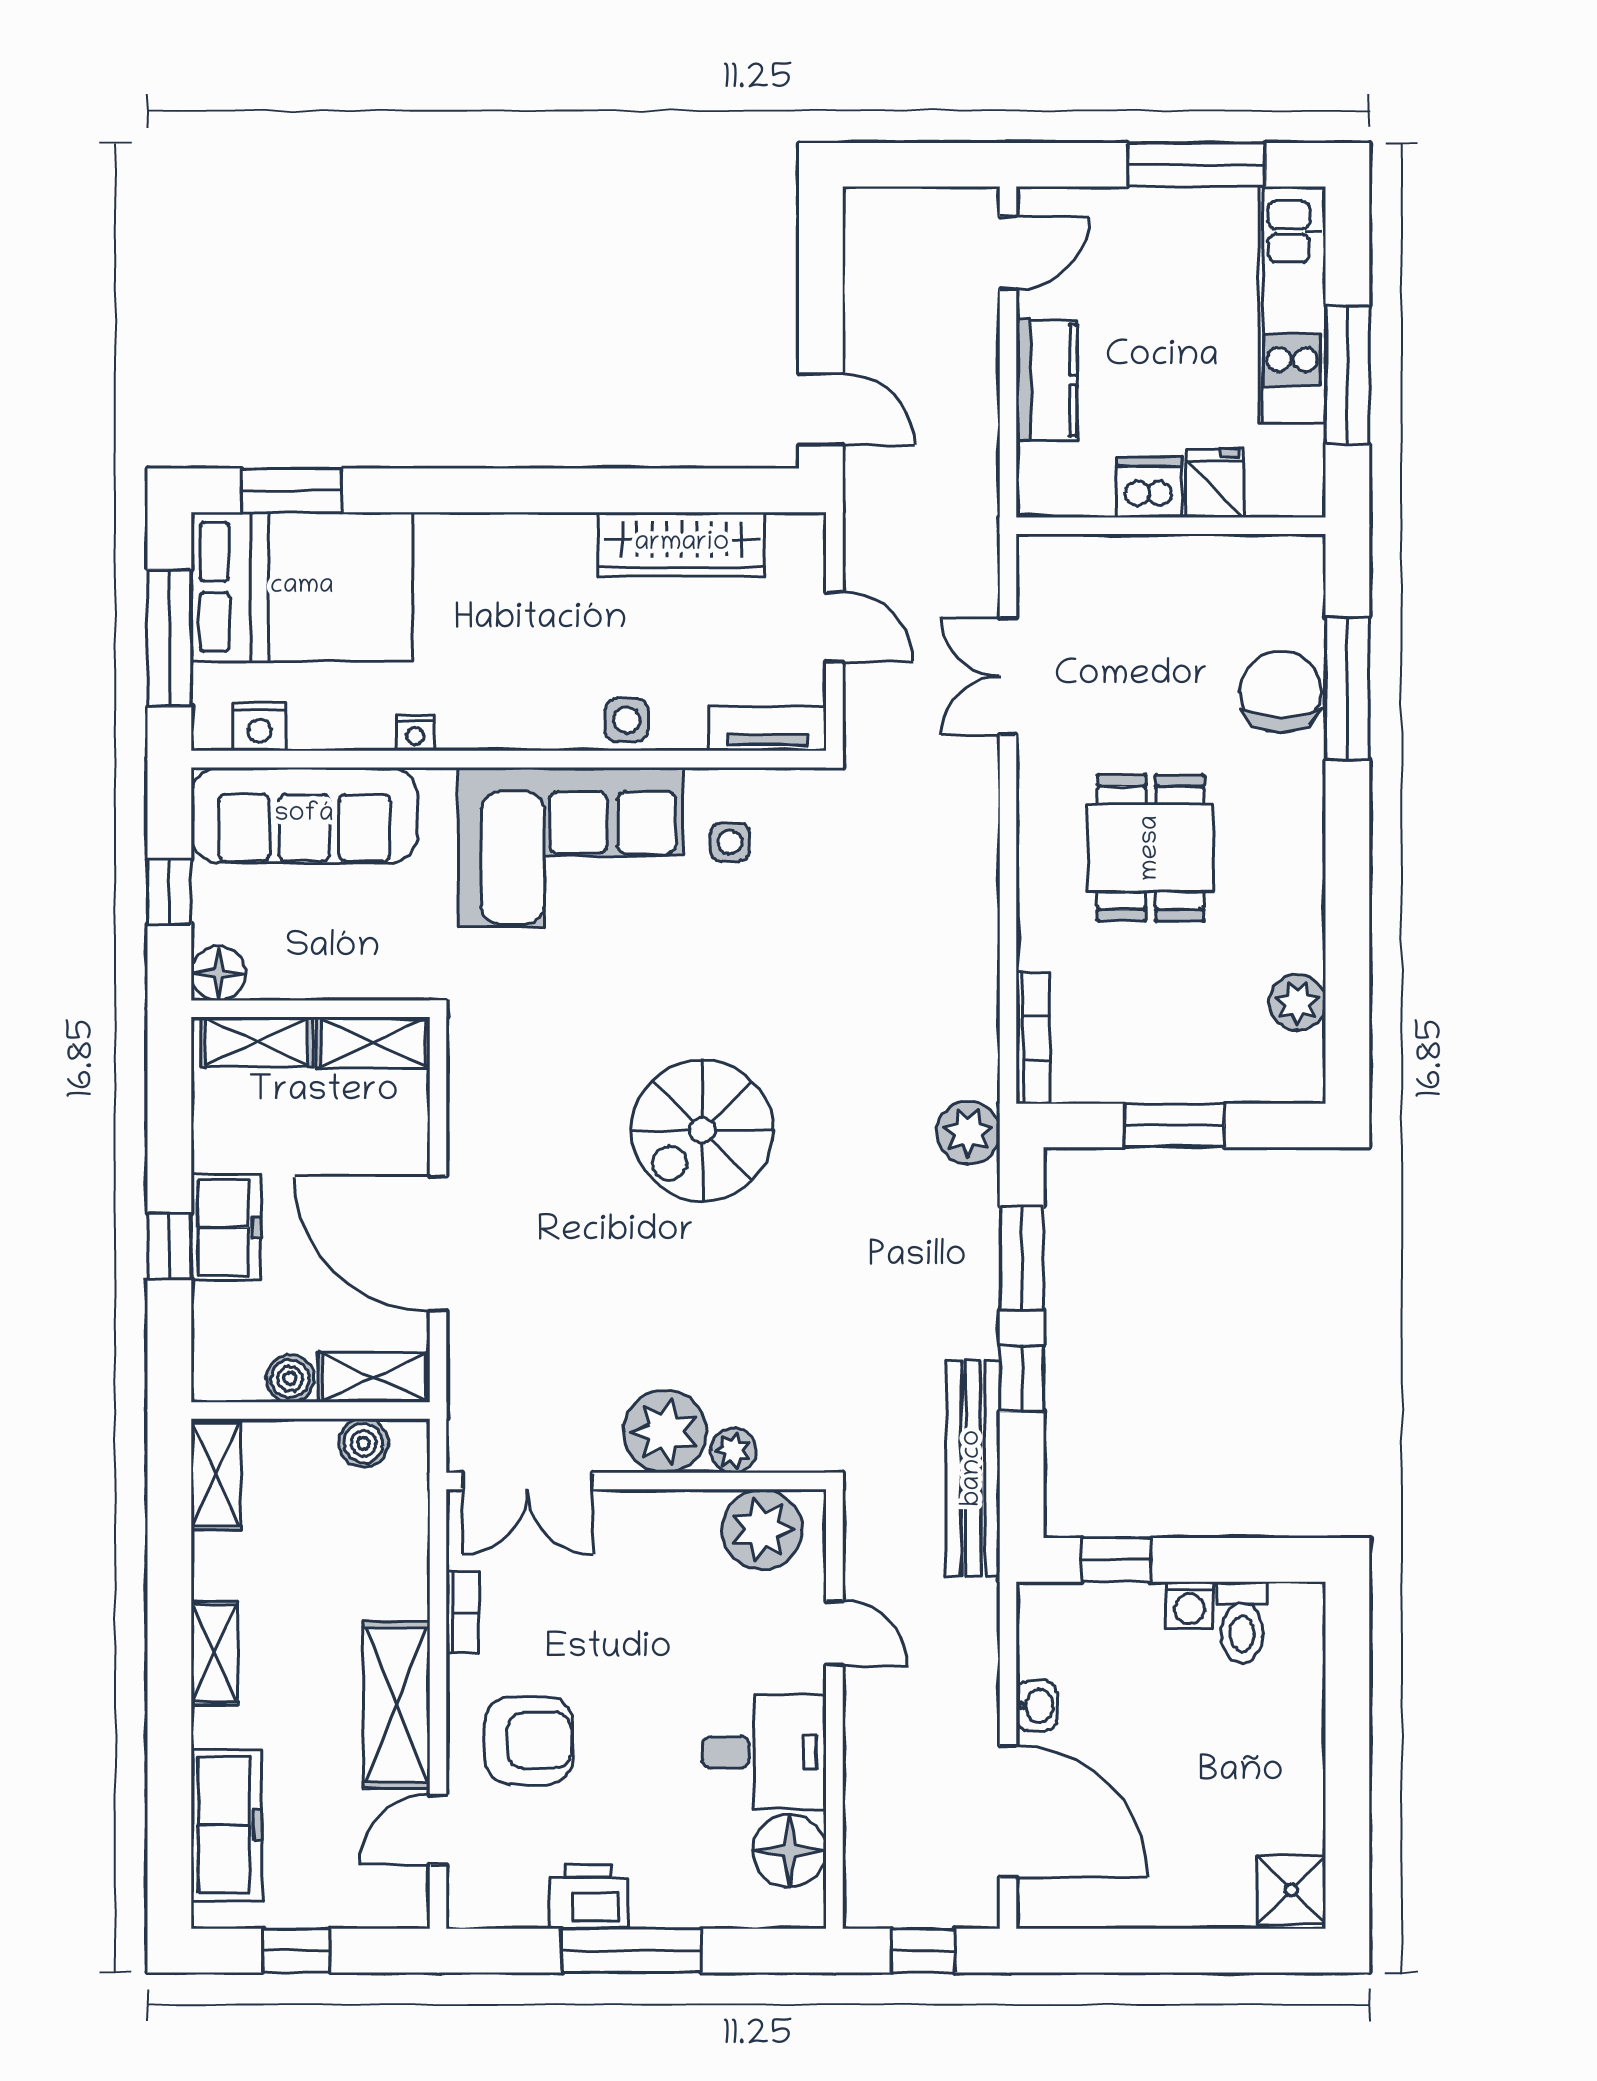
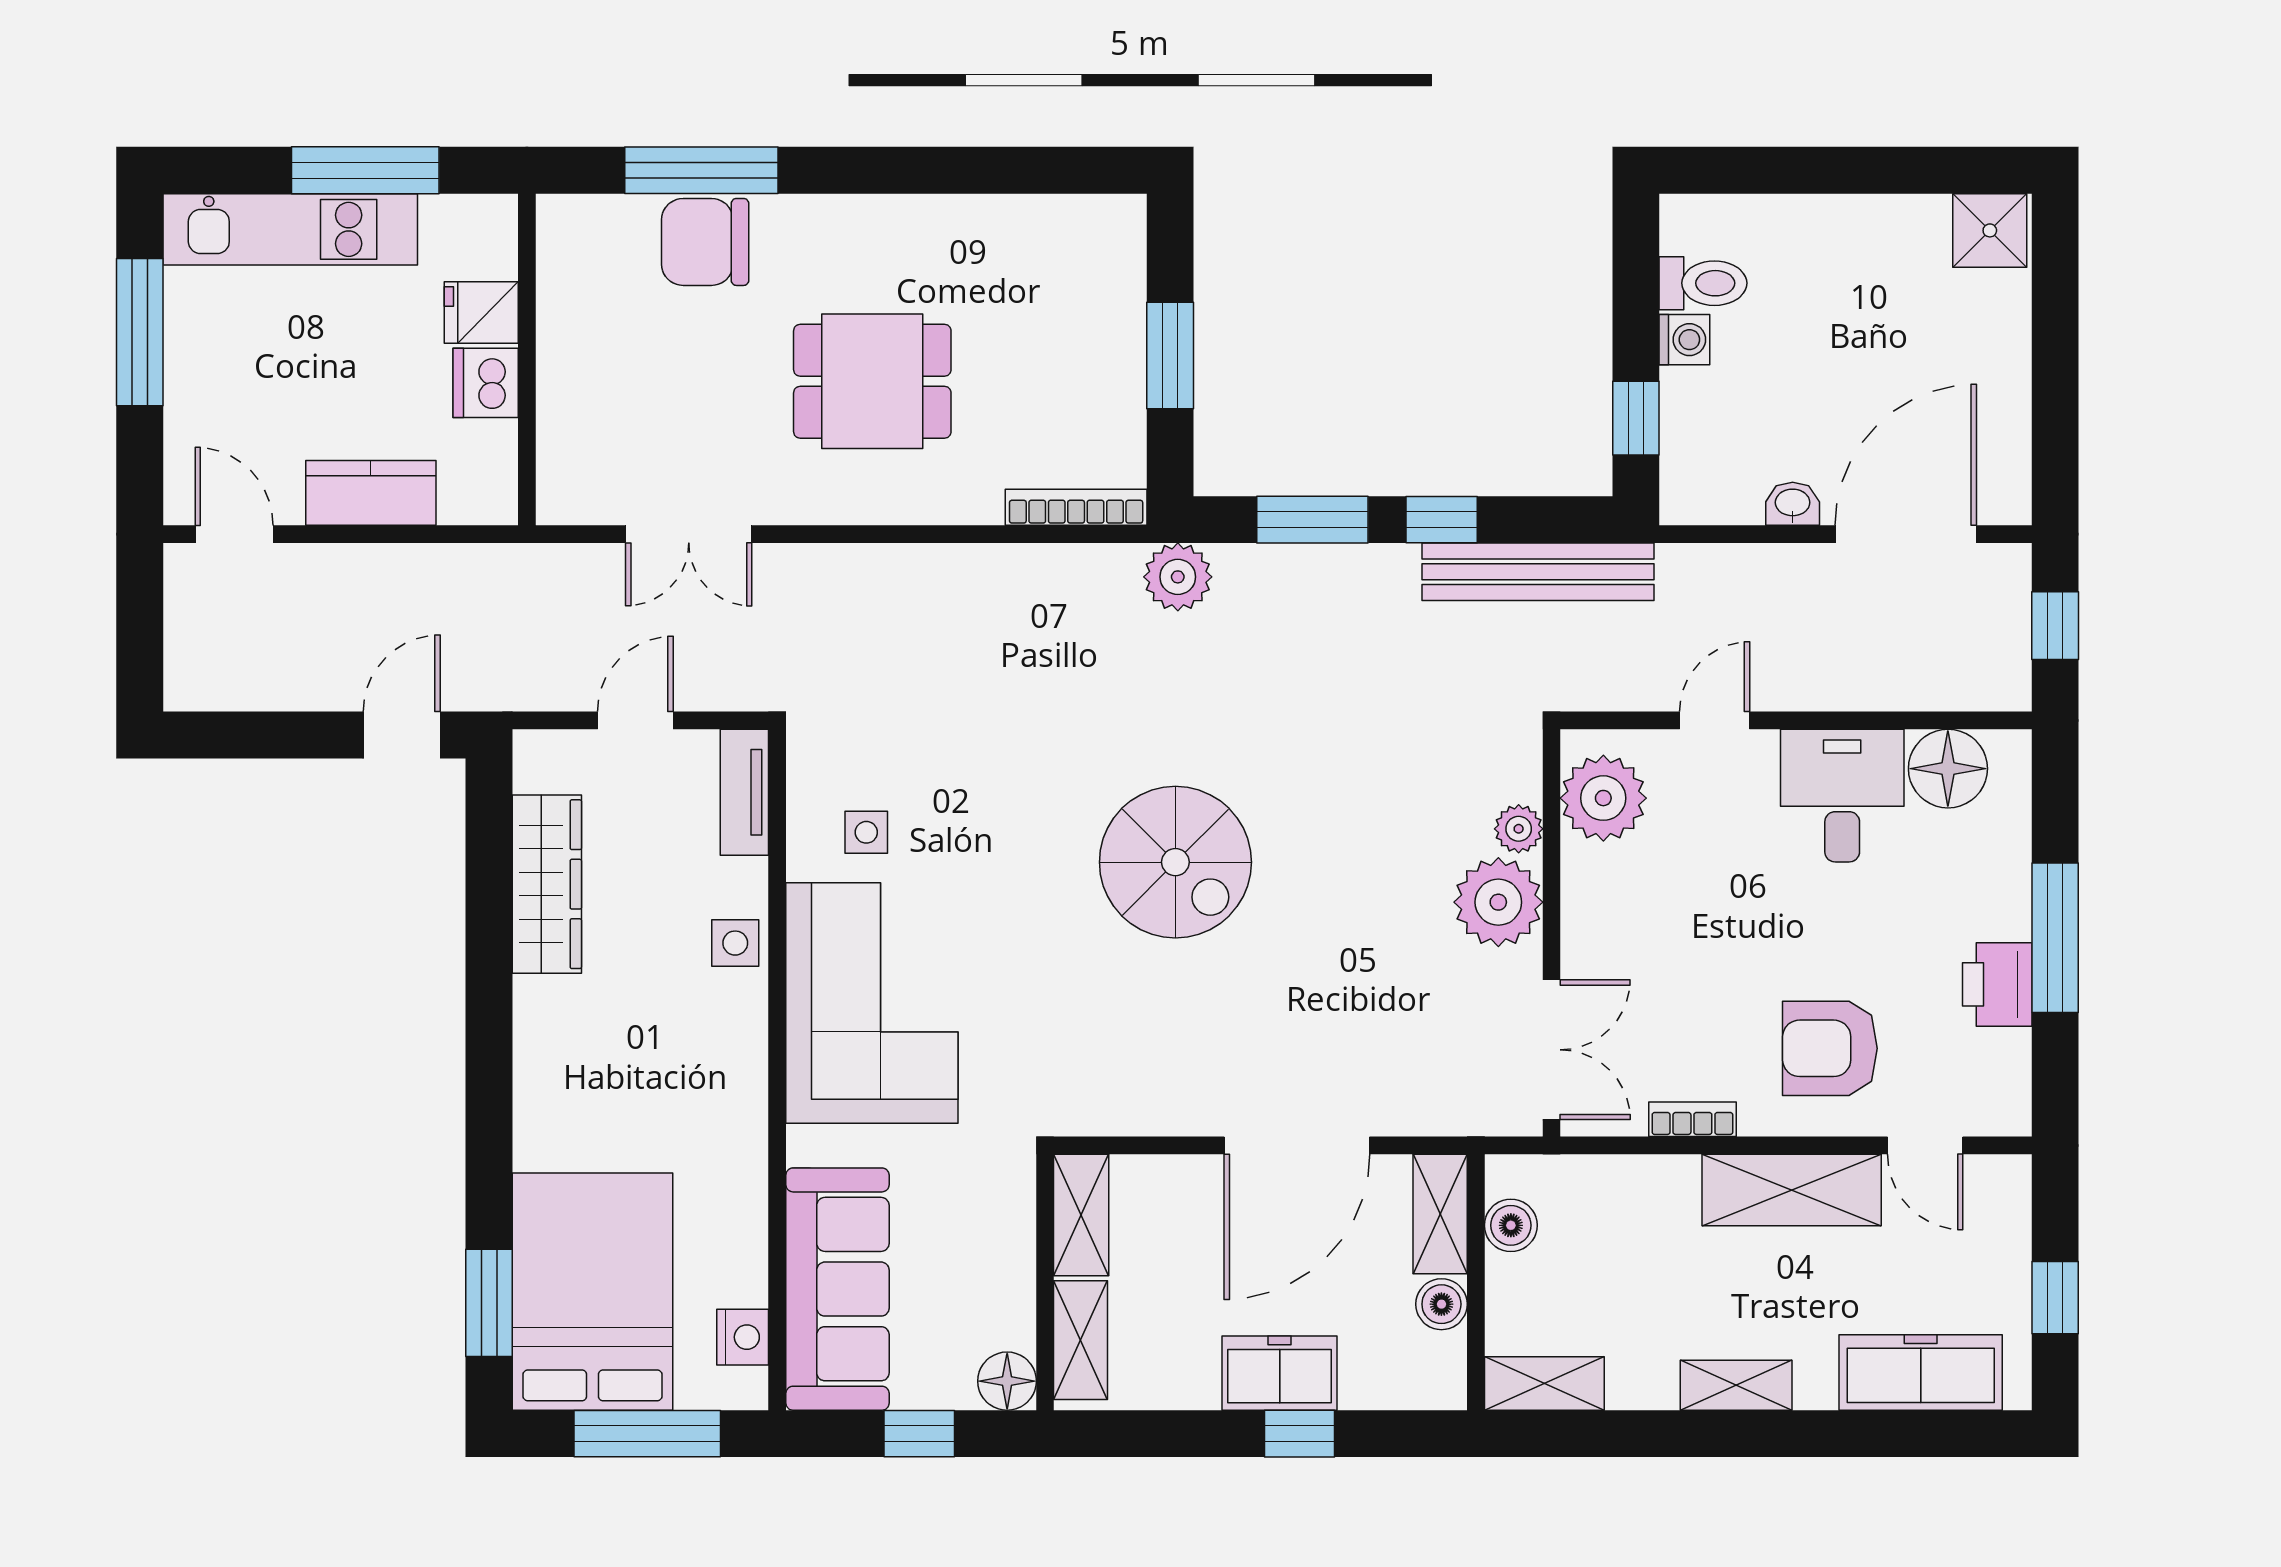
nightstand: (415, 733) -> (749, 1170), removed
plant: (1297, 1002) -> (1038, 224), removed
armchair: (529, 1741) -> (1830, 1048), turned -90

